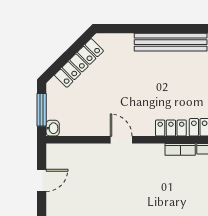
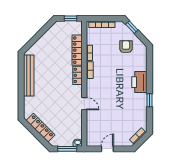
door: (121, 140) -> (84, 104), swing flipped
door: (42, 180) -> (107, 149), hinge flipped

